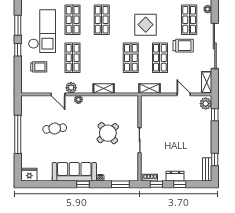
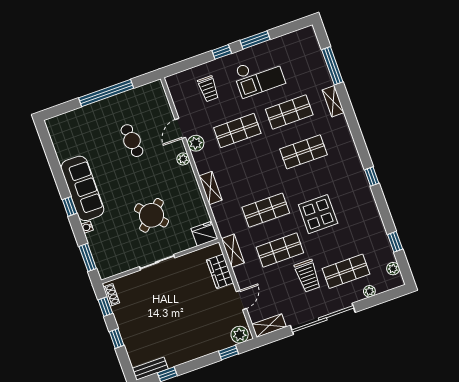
checkout: (42, 31) -> (259, 76), width x0.73, depth x0.83
wardrobe: (160, 102) -> (220, 271), added
fridge: (29, 175) -> (205, 234), moved, turned -90
dresser: (175, 176) -> (125, 328), removed

